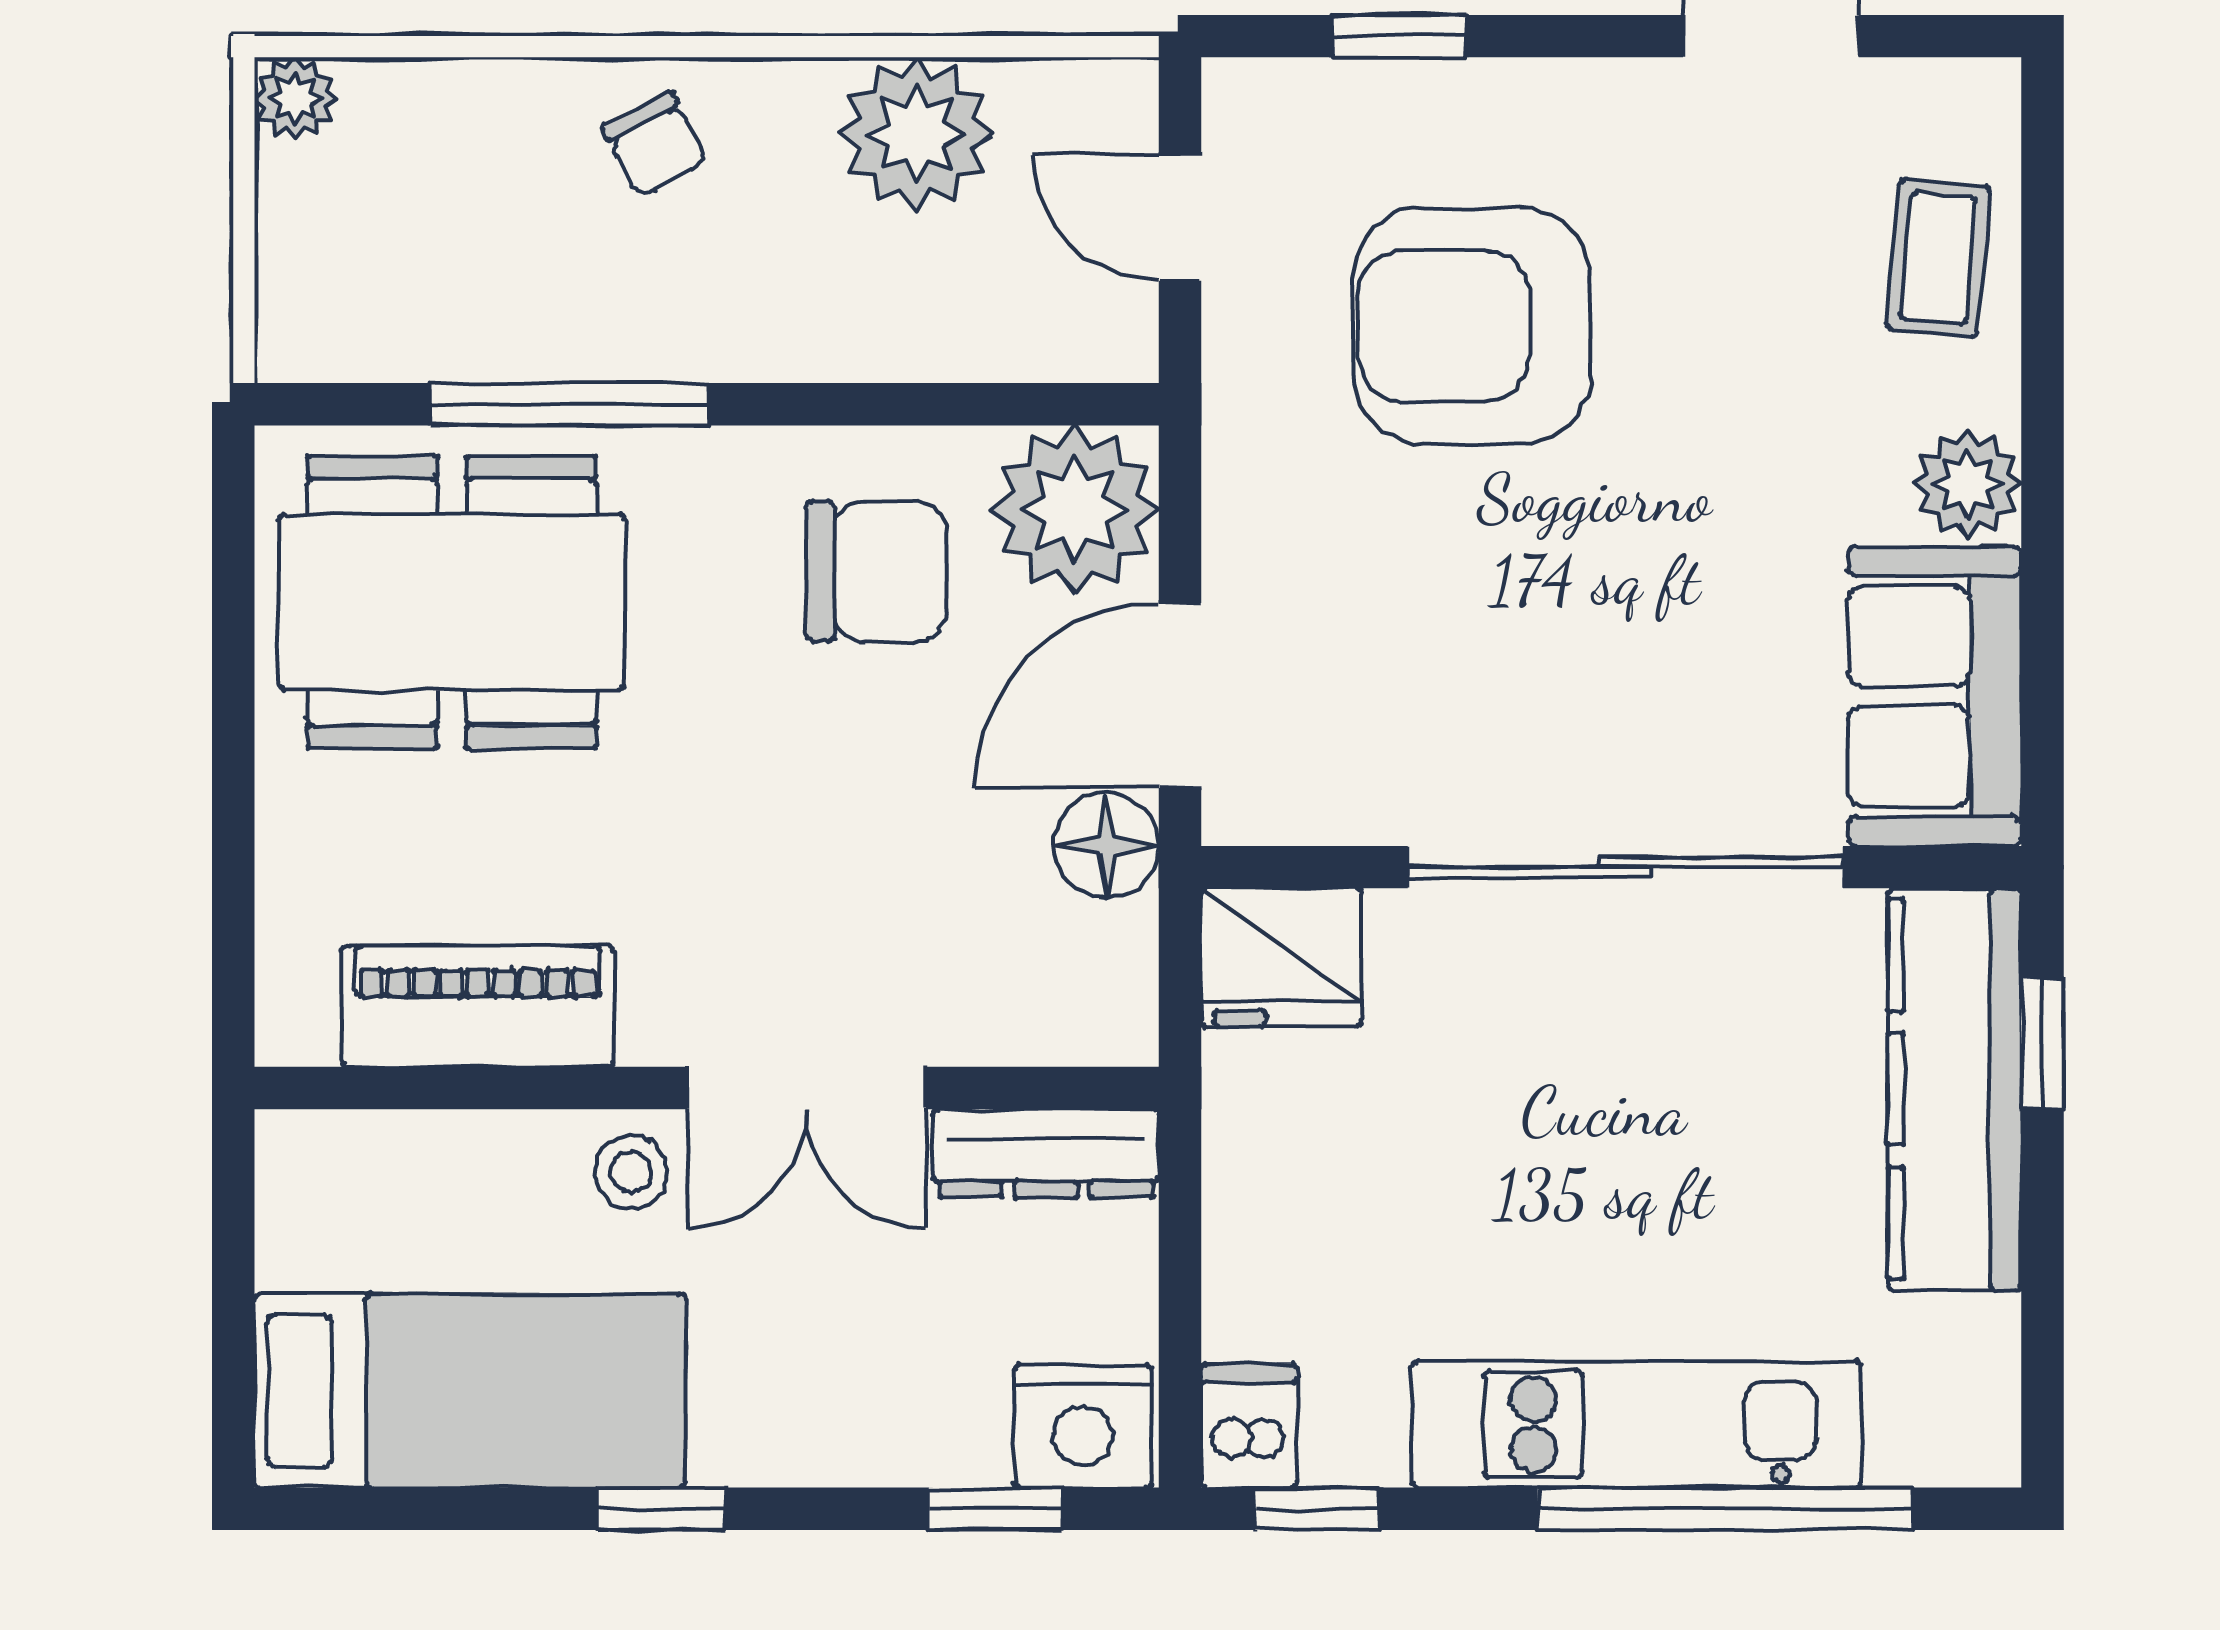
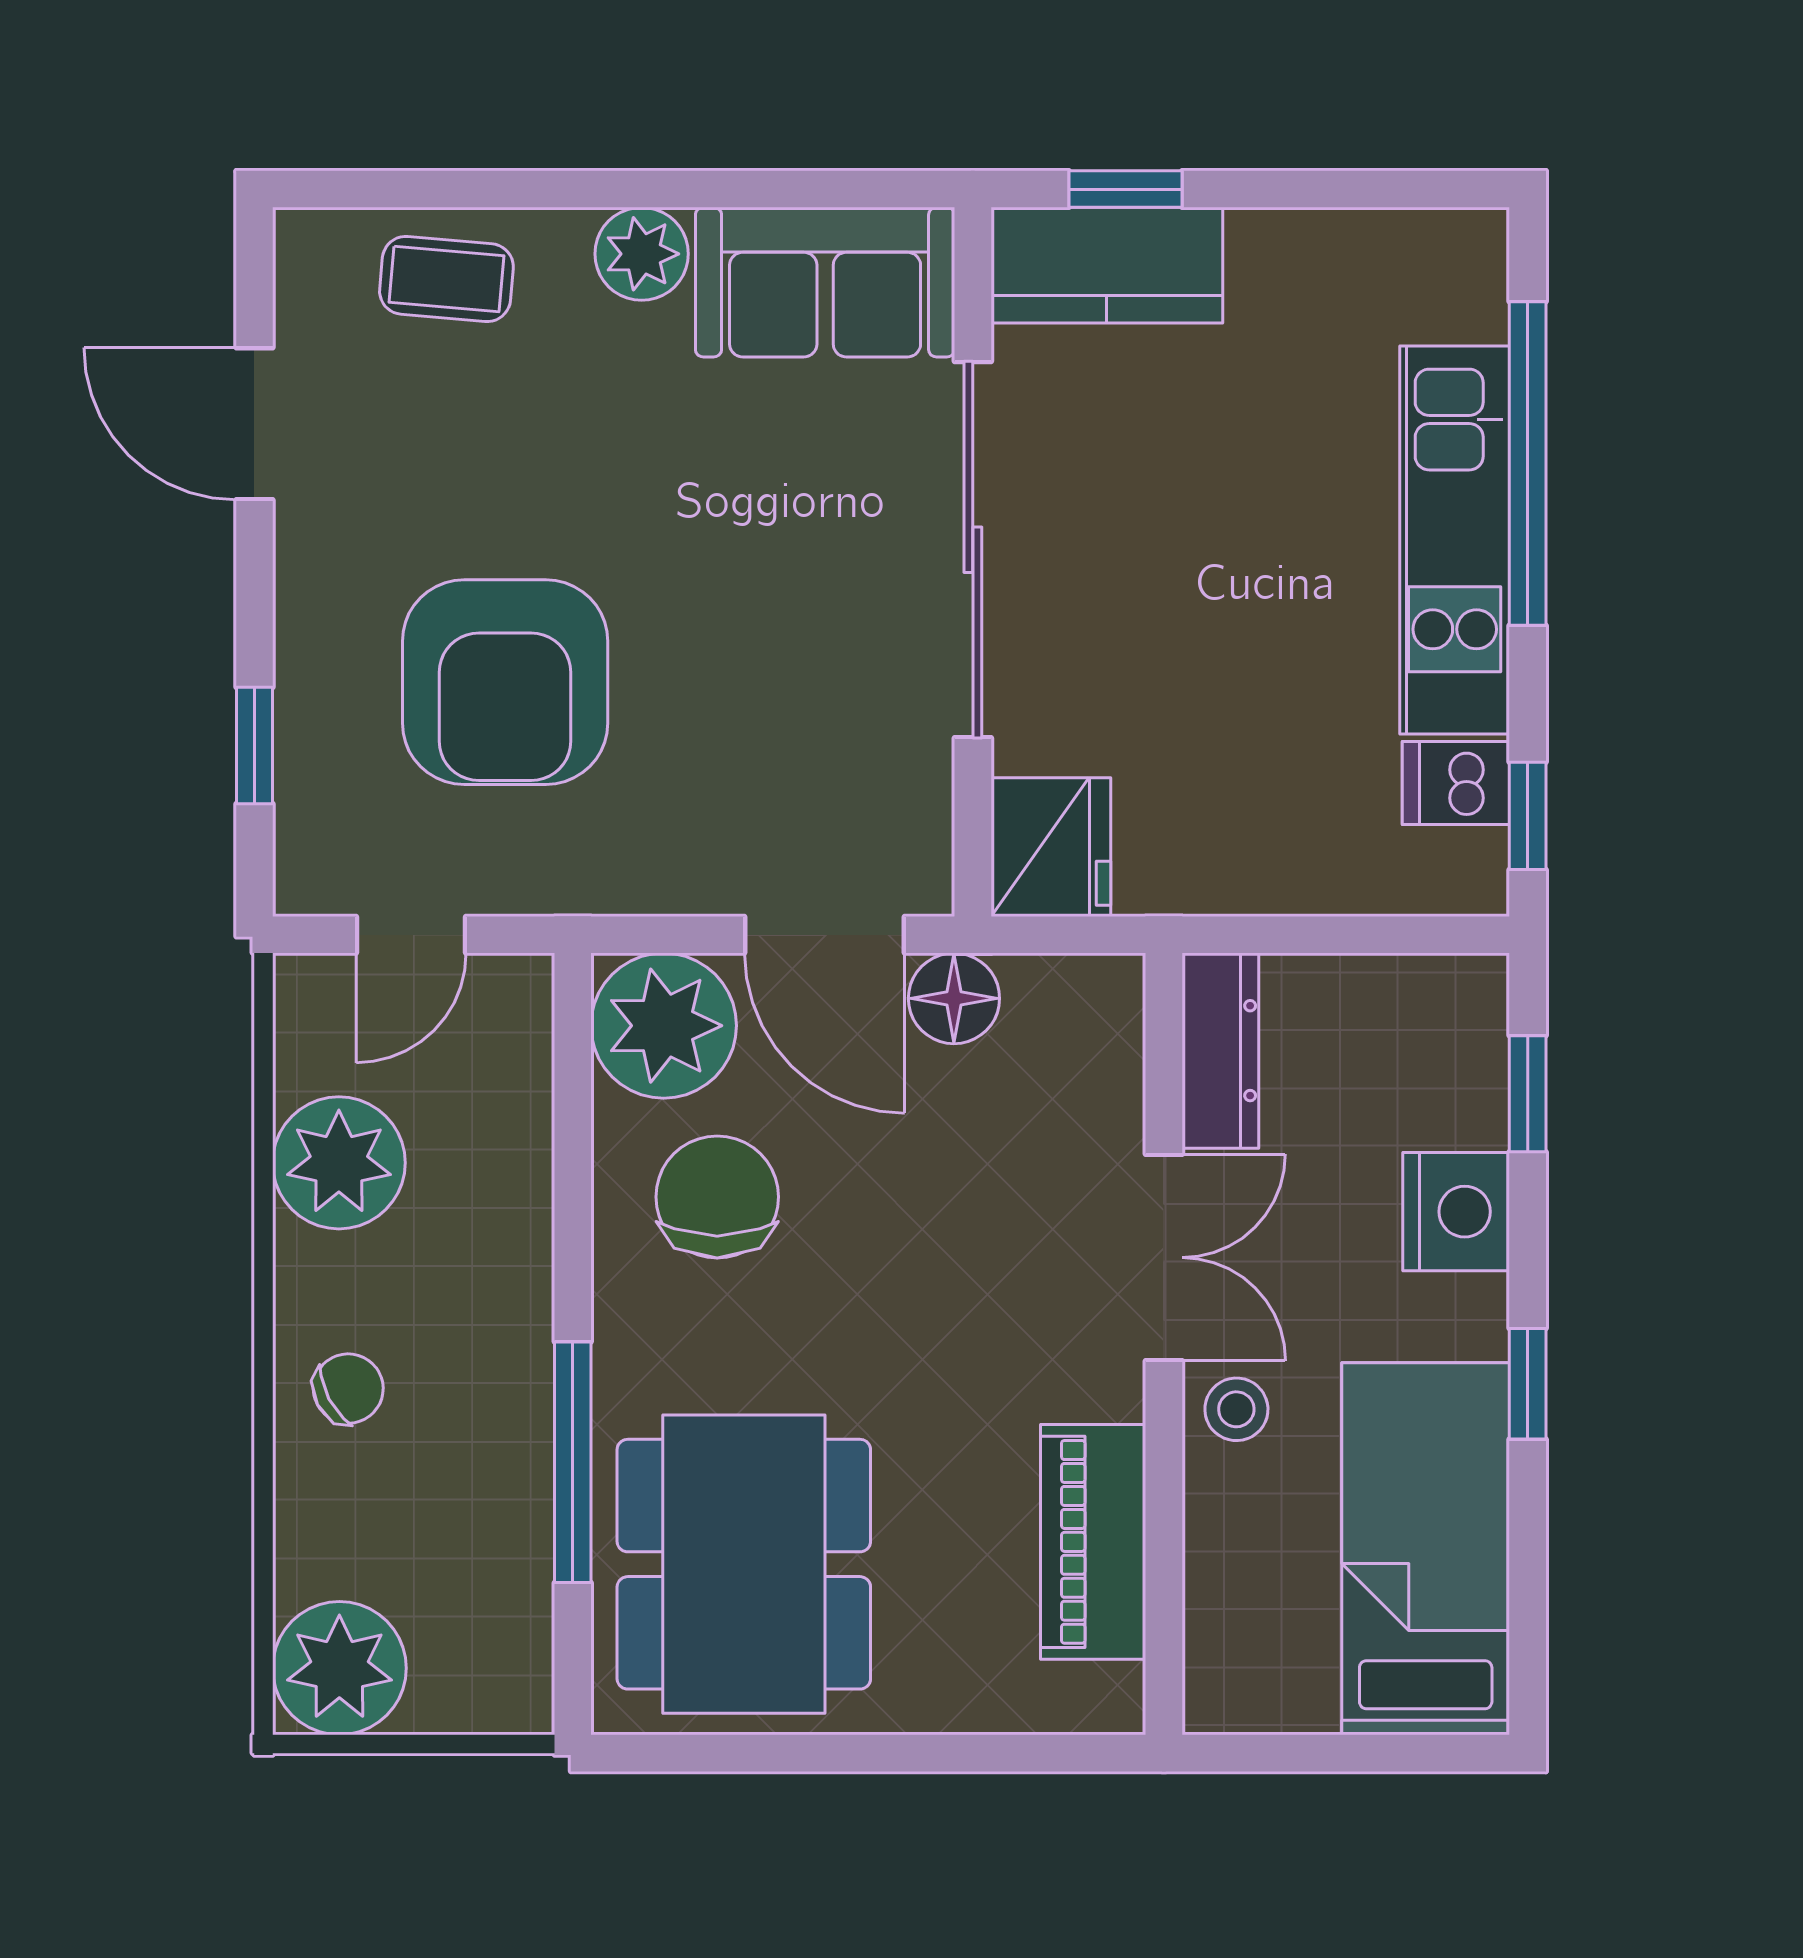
plant: (296, 98) -> (339, 1668), width x1.87, depth x1.87
kitchen counter: (1954, 1089) -> (1107, 265), width x0.67
nightstand: (1083, 1426) -> (1456, 1212), moved
dishwasher: (1249, 1426) -> (1456, 783), moved

